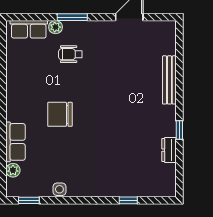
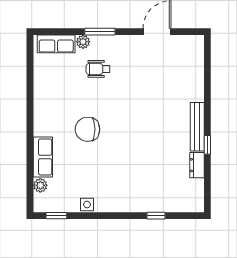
bench: (169, 80) -> (197, 127), moved

